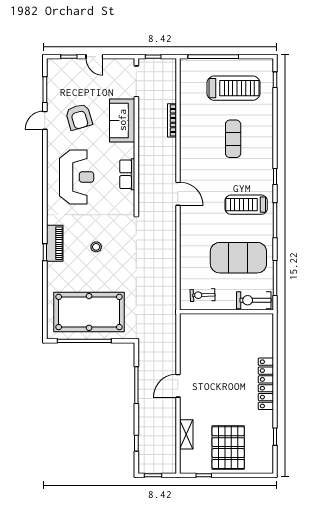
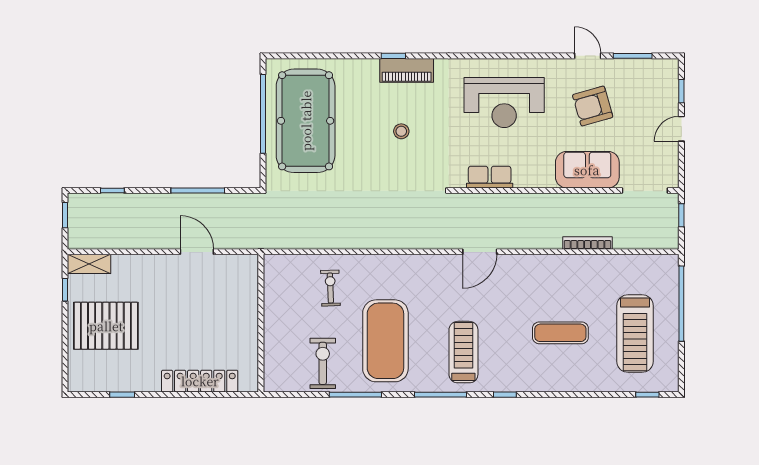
row of seats: (127, 174) -> (490, 177), moved
wall: (226, 312) -> (261, 323), moved
shelving: (186, 434) -> (89, 264), moved

